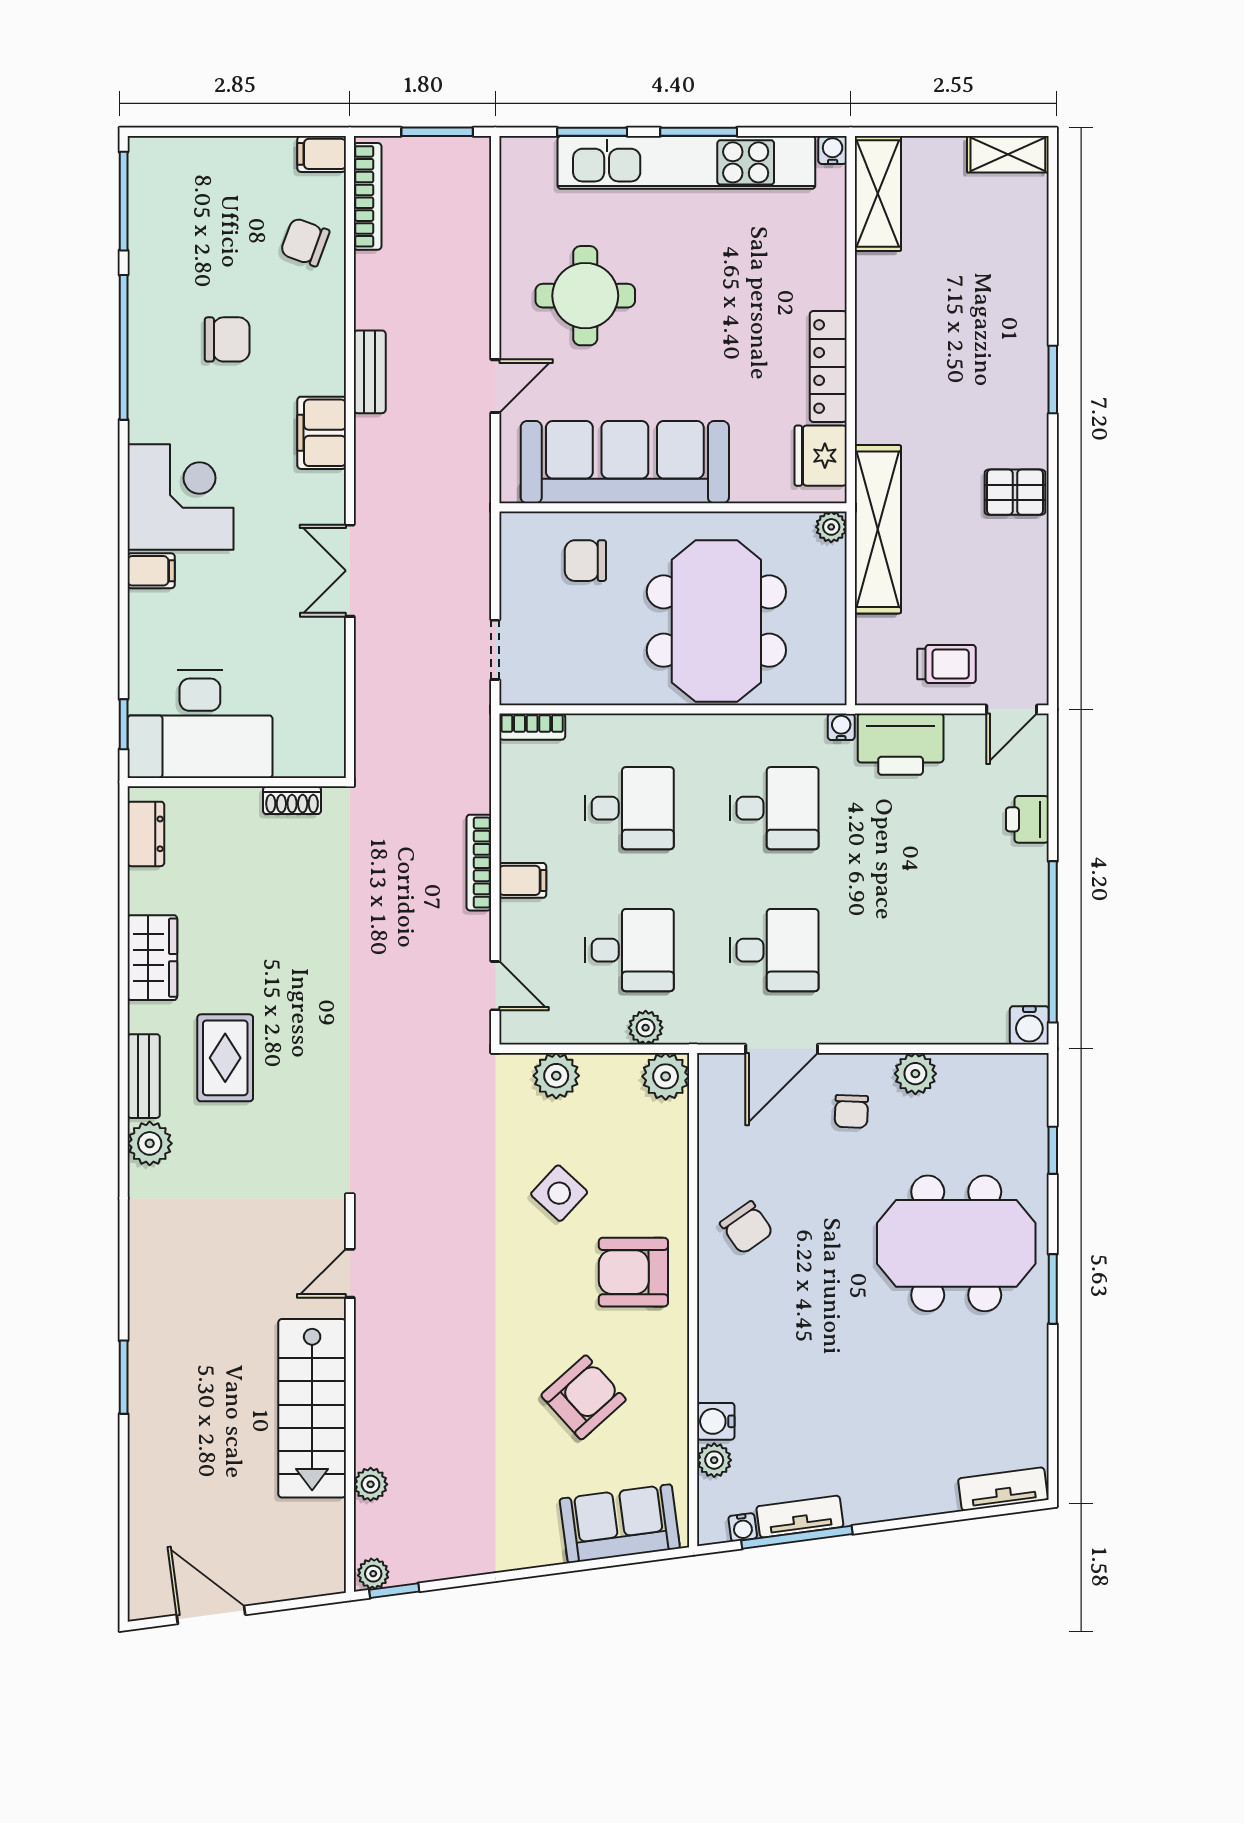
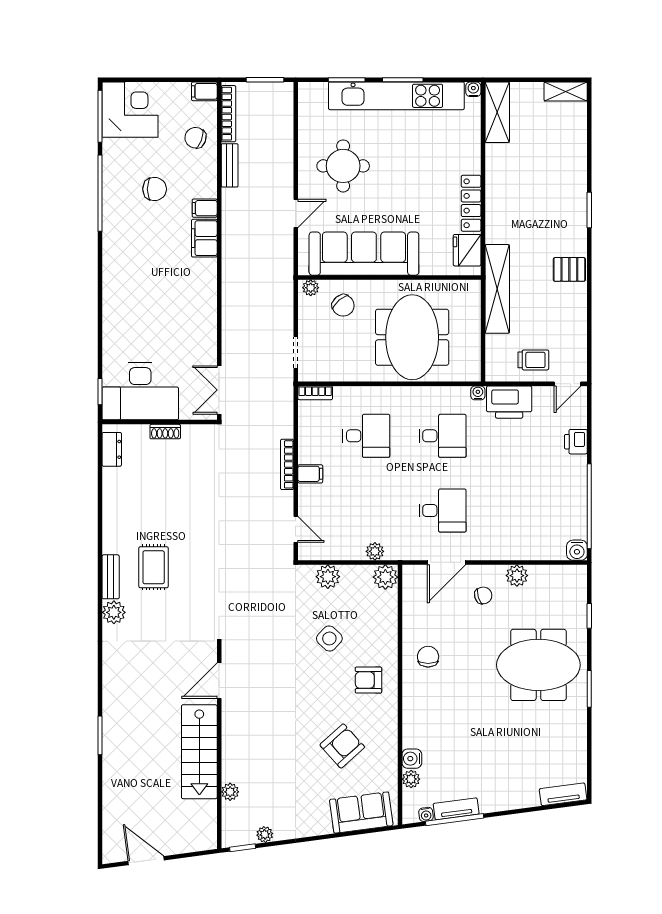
bench: (370, 372) -> (230, 165), moved
corner desk: (180, 497) -> (130, 110), moved
plant: (831, 527) -> (311, 288), moved
chair: (585, 561) -> (343, 305), turned -130
filing cabinet: (151, 571) -> (205, 208), moved, turned 180
double door: (350, 571) -> (219, 390), moved
shoe rack: (292, 800) -> (165, 432), moved
desk: (629, 950) -> (366, 511), removed
wardrobe: (152, 958) -> (115, 514), removed
chair: (851, 1111) -> (483, 595), turned -109
chair: (747, 1228) -> (428, 657), turned -145
armchair: (633, 1272) -> (368, 680), width x0.72, depth x0.72
door: (350, 1273) -> (219, 681), width x1.38
plant: (373, 1574) -> (265, 834), moved

